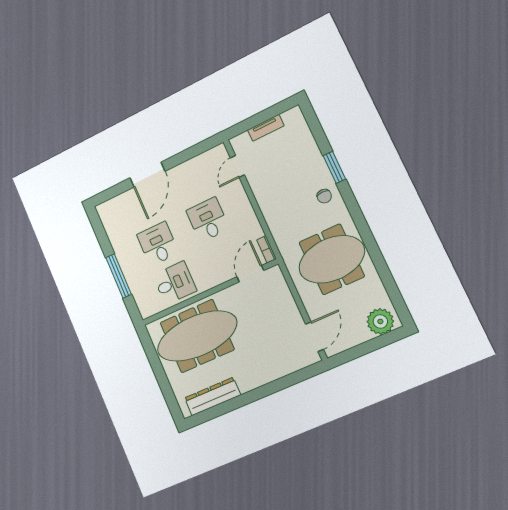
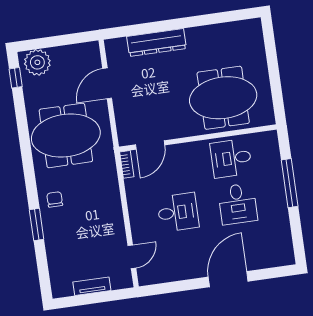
desk: (208, 220) -> (178, 212), turned -90
window: (397, 301) -> (16, 78), added
meeting table: (197, 336) -> (223, 98), width x0.73
door: (315, 337) -> (107, 83), moved
dresser: (213, 397) -> (157, 42), moved

